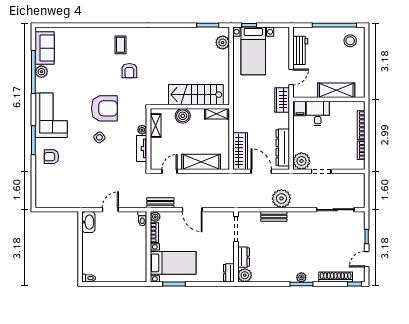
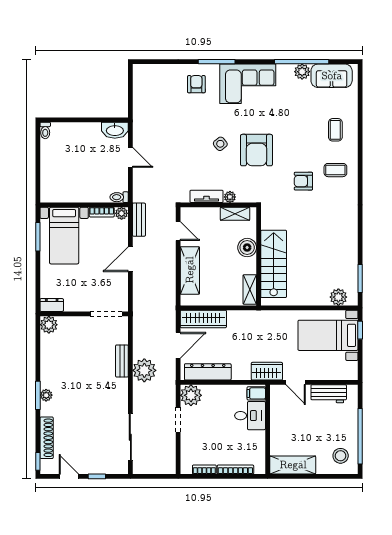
coffee table: (88, 45) -> (335, 130), added
shelving: (336, 90) -> (293, 465), moved, turned 90
dresser: (244, 257) -> (71, 323), removed

